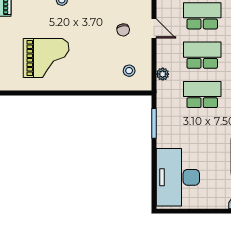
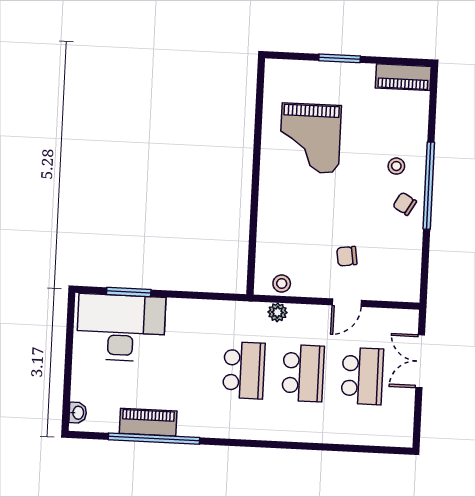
stool: (129, 71) -> (282, 284), moved
window: (154, 123) -> (129, 292), moved

